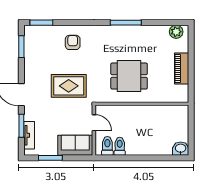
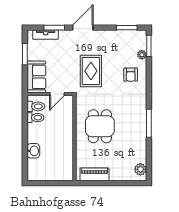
plant: (51, 30) -> (142, 55), added
armchair: (73, 42) -> (131, 75), turned 90
piano: (182, 69) -> (94, 174), moved
washbasin: (181, 149) -> (33, 151), moved

